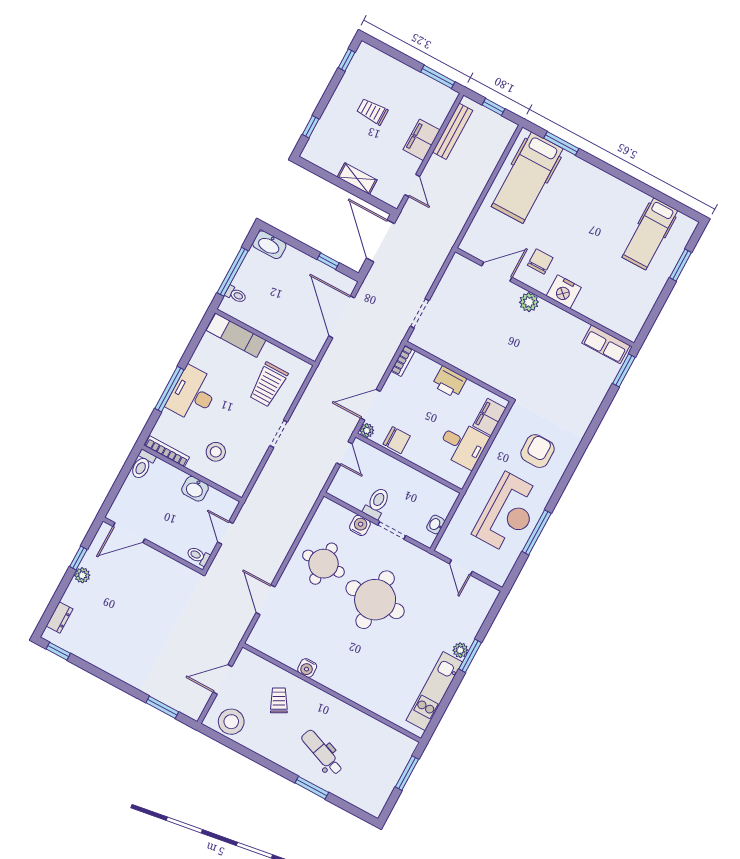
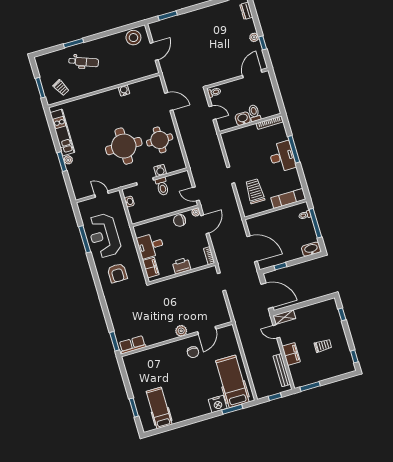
shelving: (357, 179) -> (284, 317), moved
nightstand: (564, 292) -> (218, 404), moved, turned 180
stool: (216, 452) -> (249, 142), removed
toilet: (142, 465) -> (254, 113), moved
trolley: (279, 700) -> (61, 88), moved

